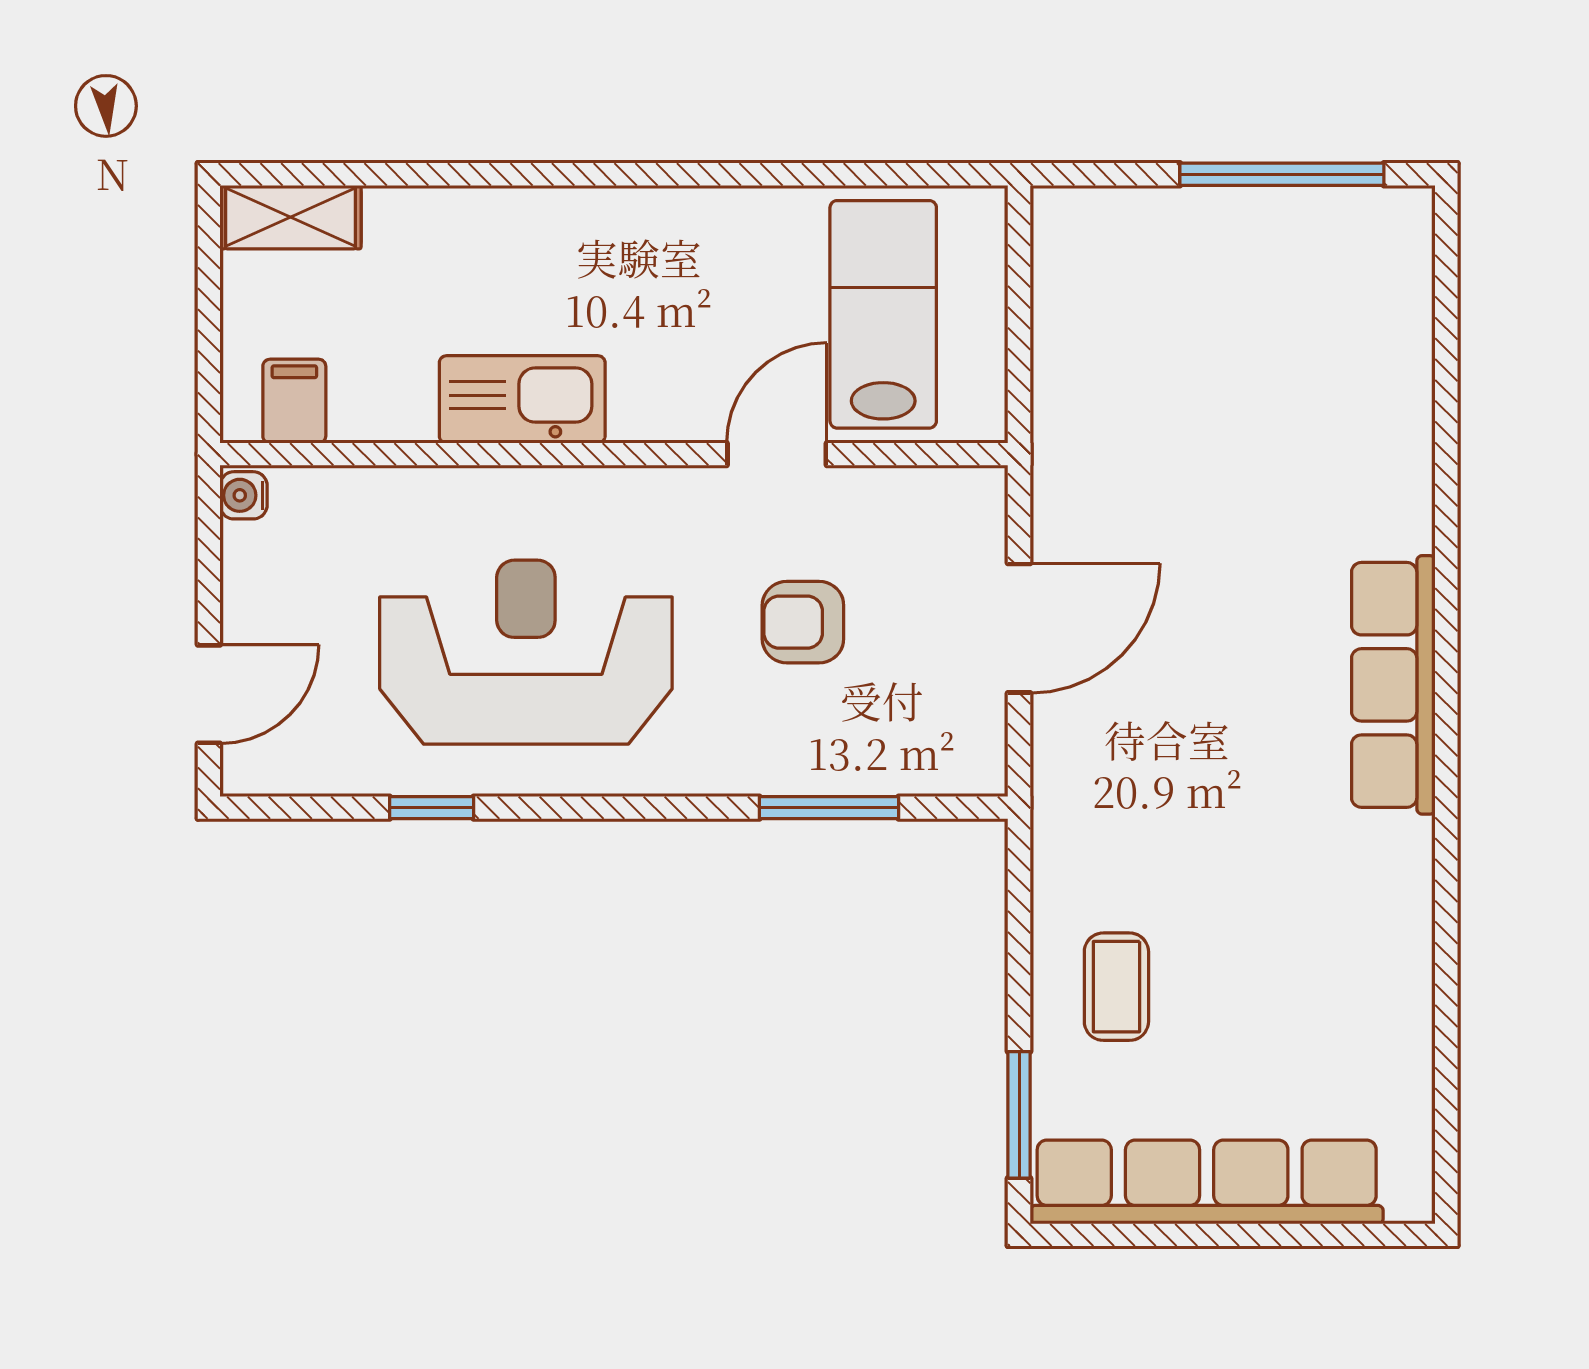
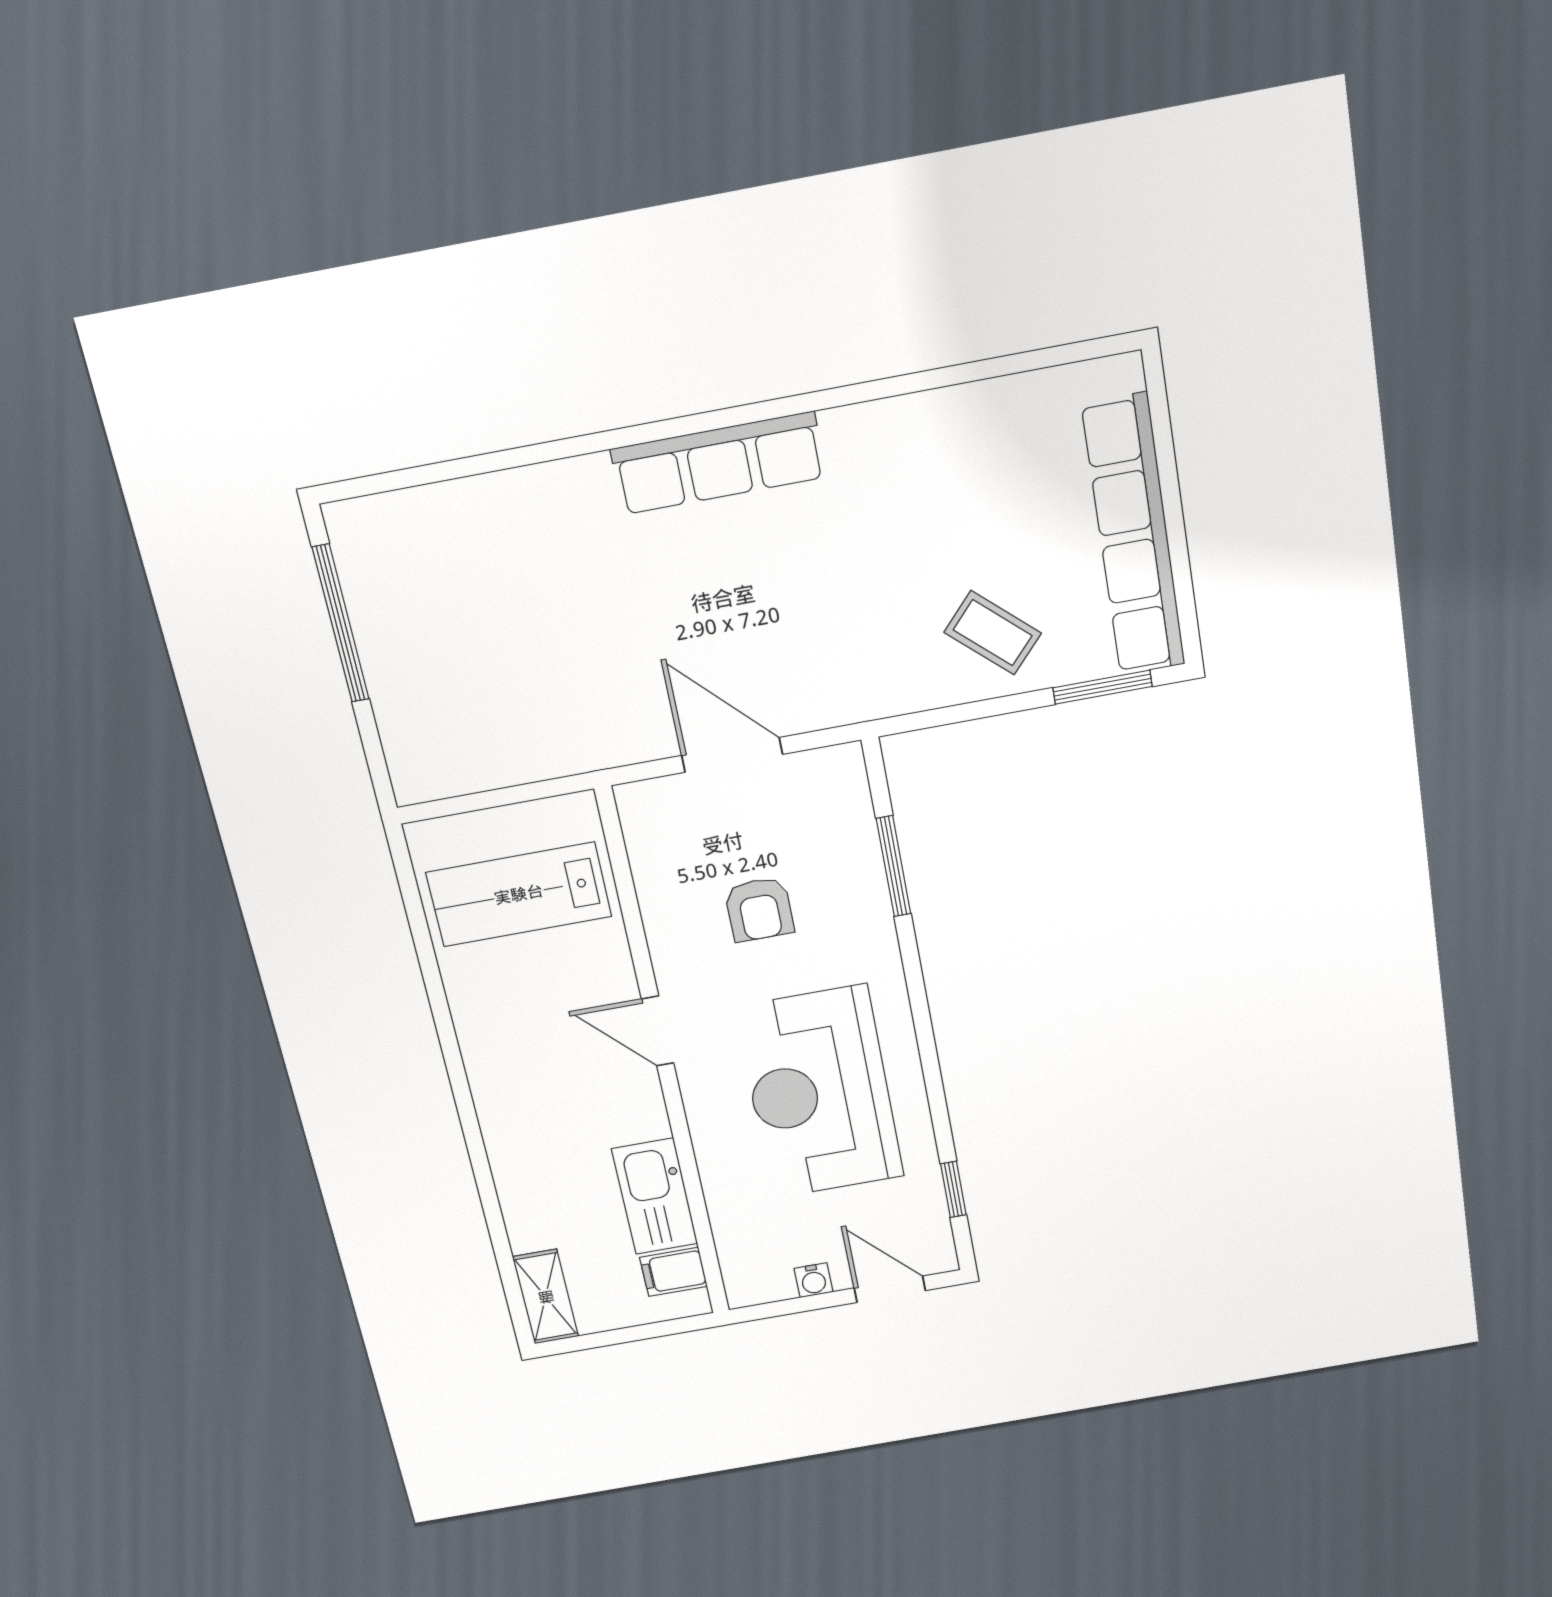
kitchen sink: (522, 399) -> (655, 1196), moved
door: (777, 454) -> (658, 1031), moved
water cooler: (244, 495) -> (813, 1280), moved
window: (432, 808) -> (953, 1189), moved
coffee table: (1116, 987) -> (993, 633), turned 42

